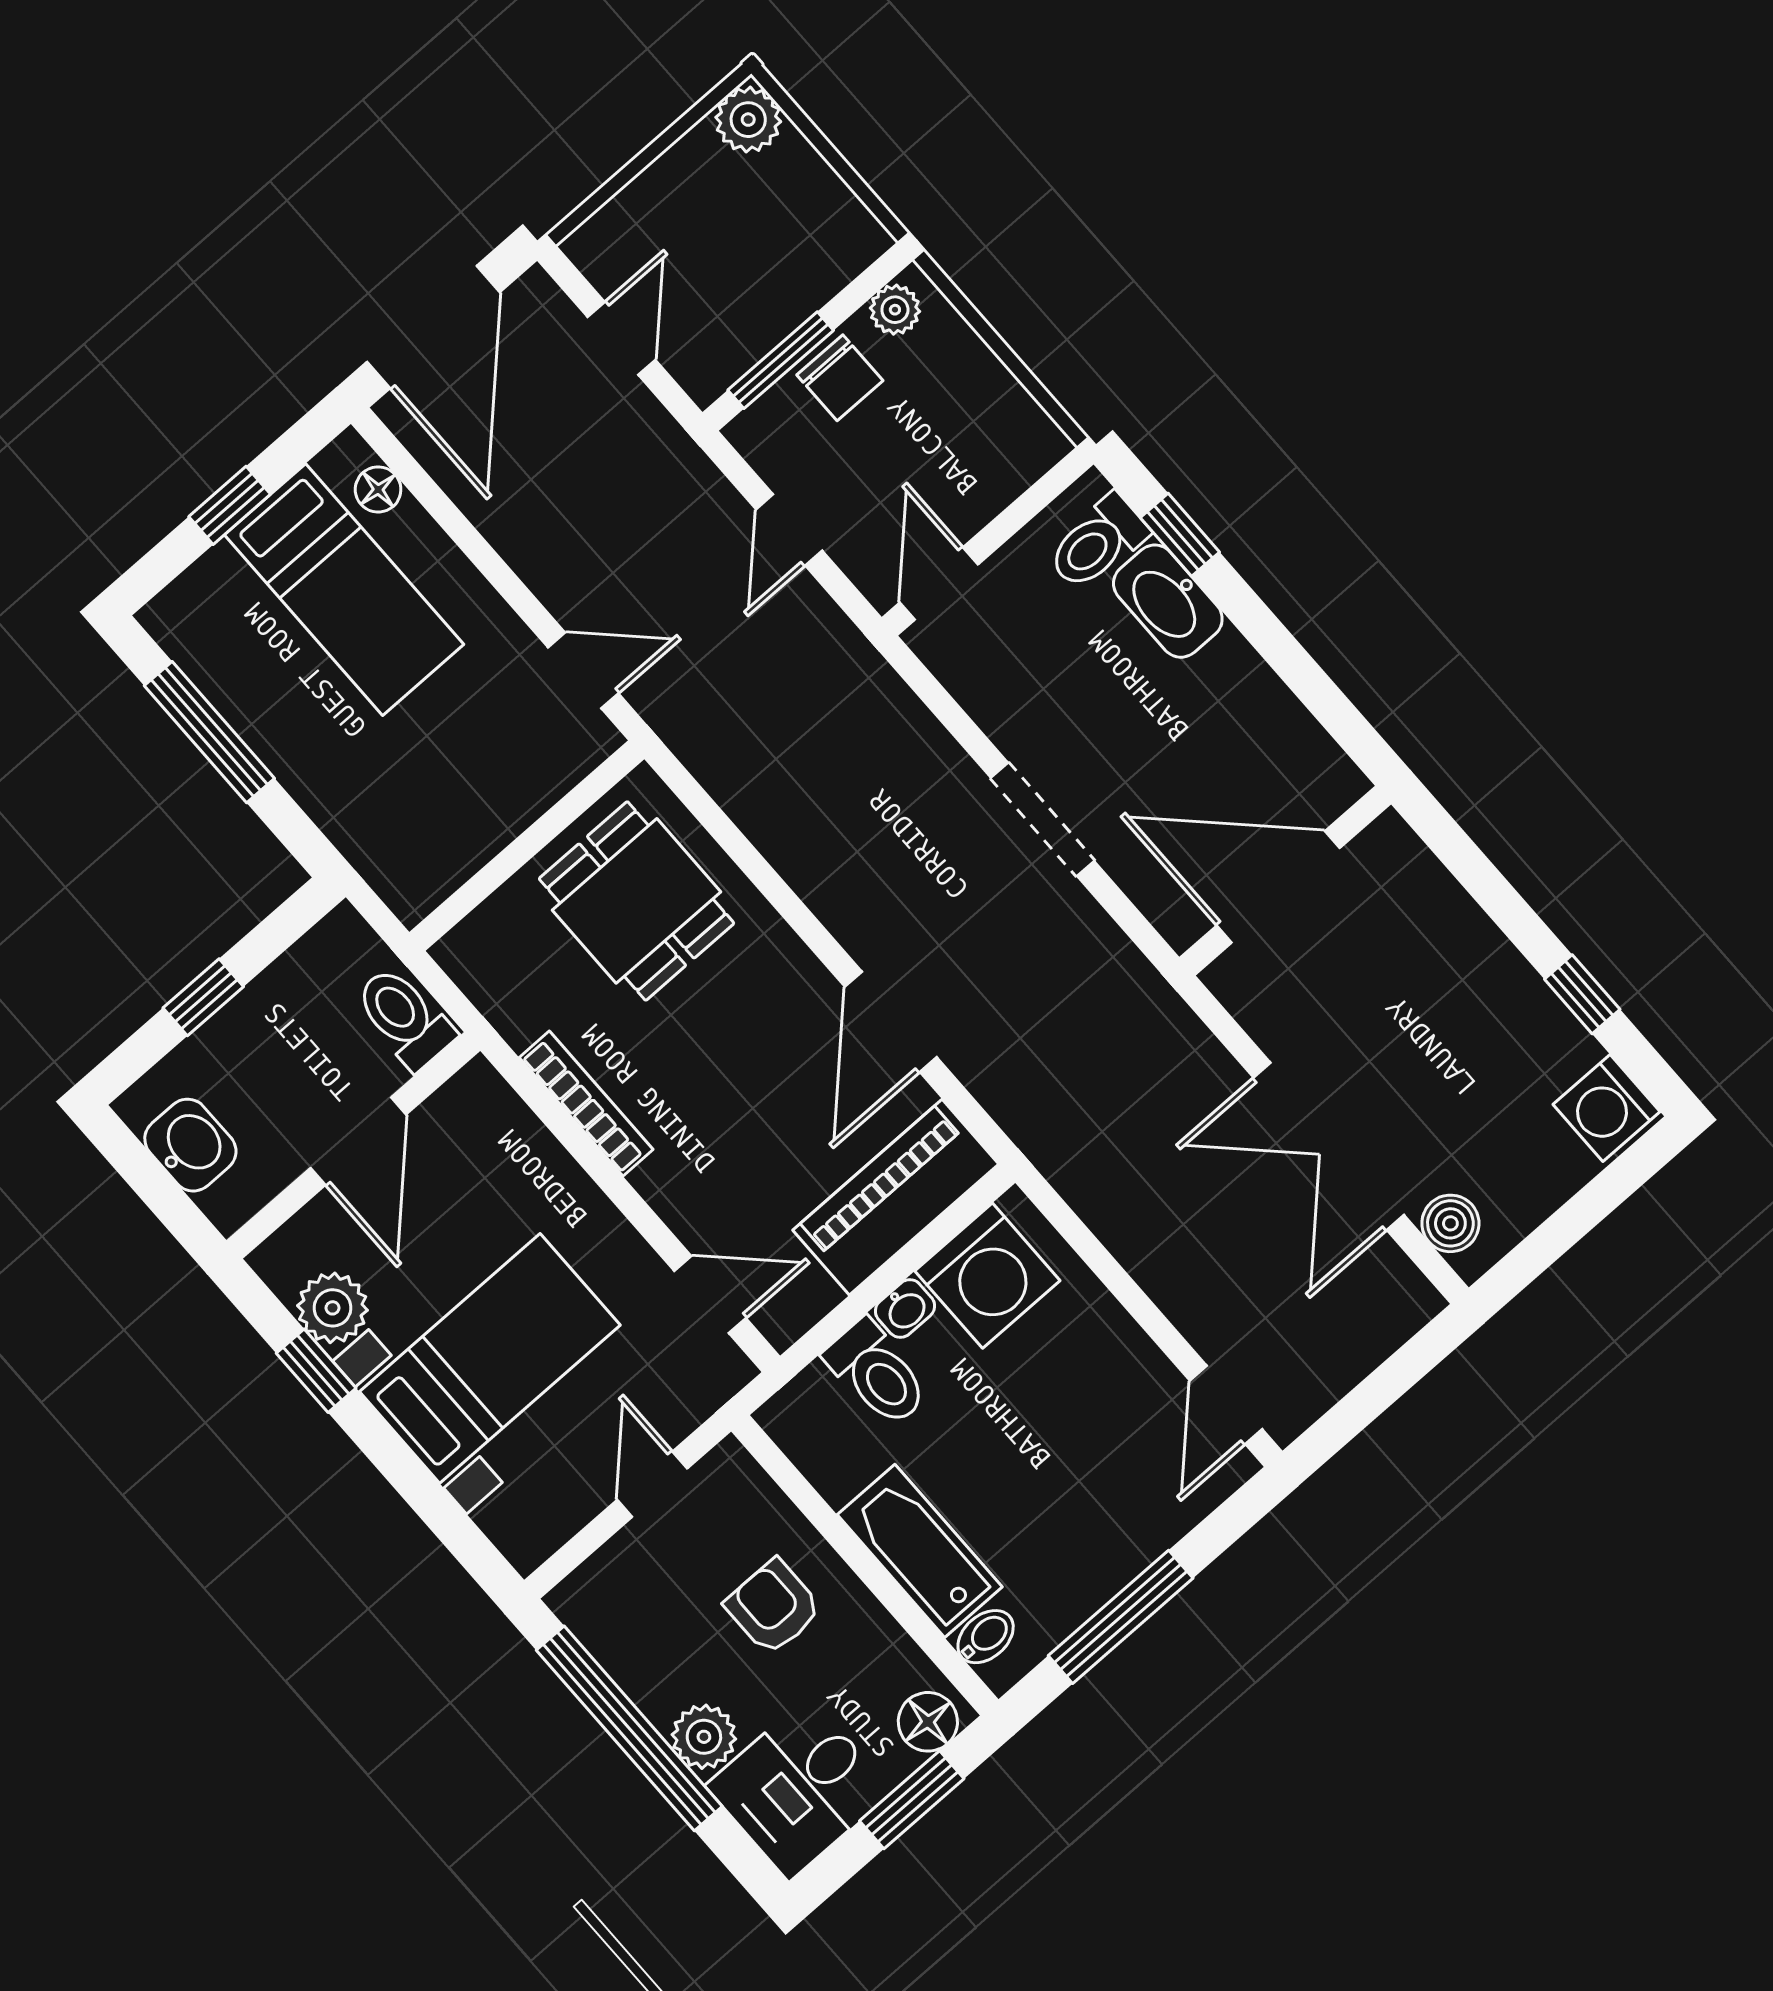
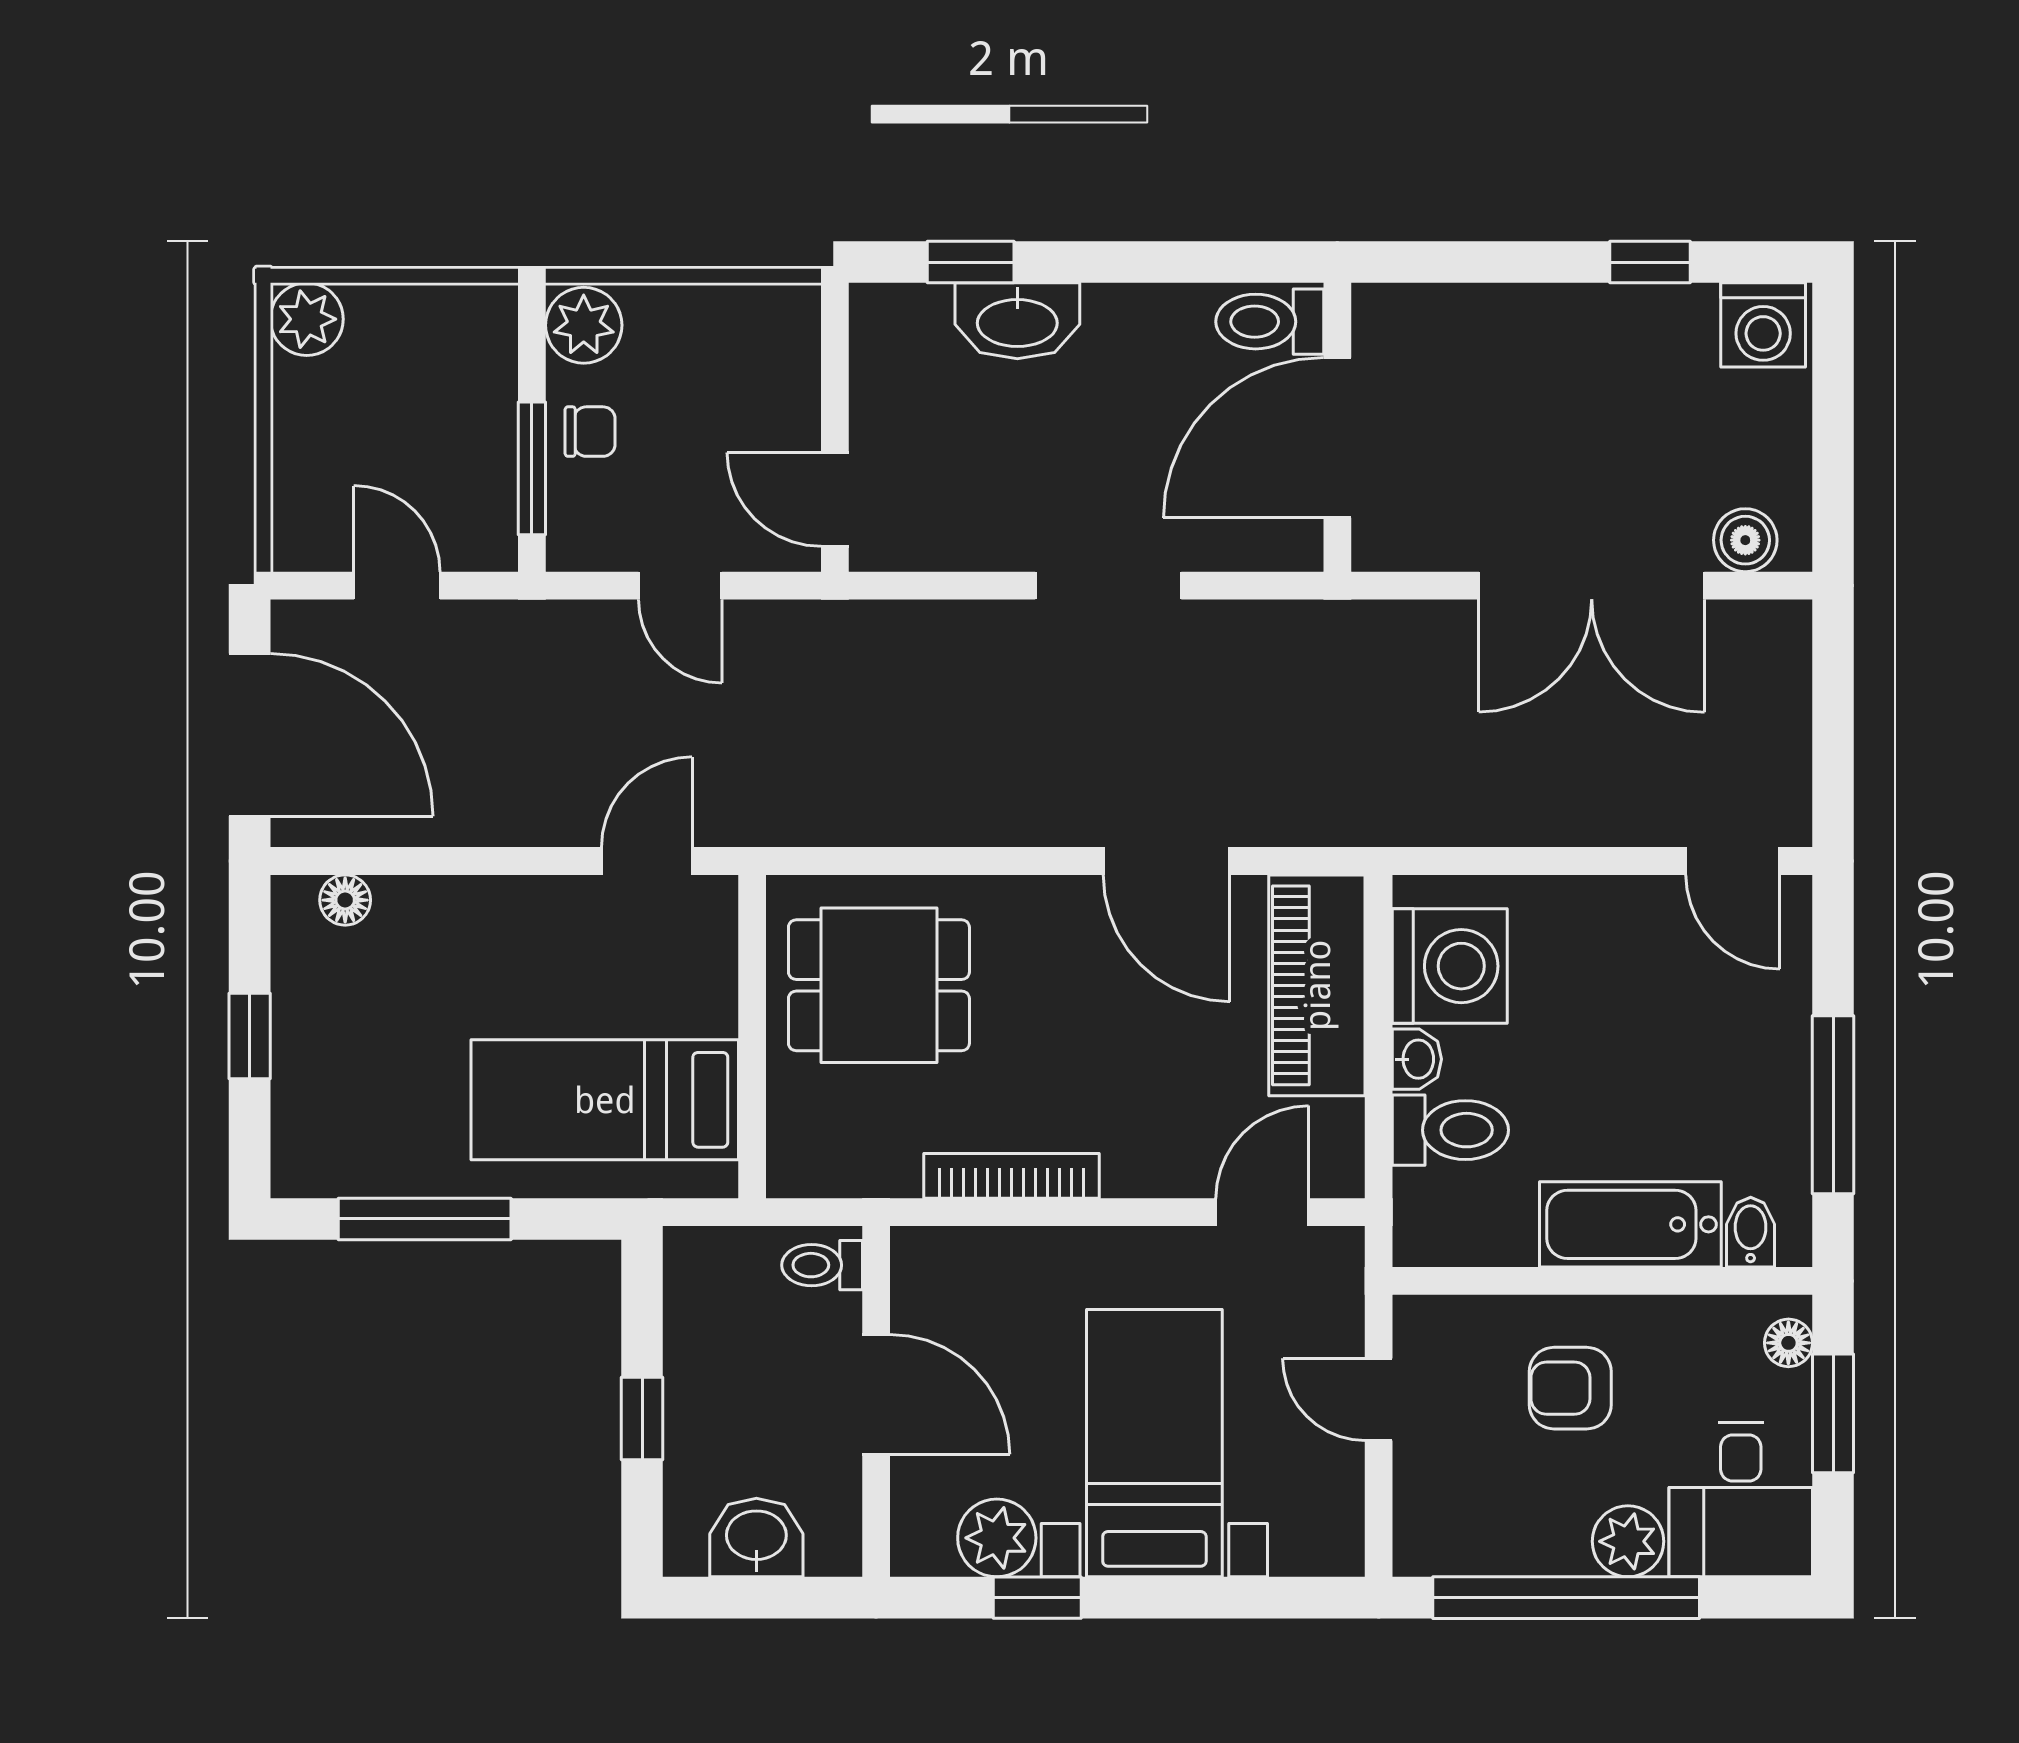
plant: (895, 310) -> (584, 325), width x1.38, depth x1.38
chair: (840, 378) -> (590, 432), width x0.73, depth x0.73
toilet: (1098, 542) -> (1270, 322), moved, turned 90
bed: (344, 590) -> (605, 1100), moved, turned 180
toilet: (404, 1018) -> (822, 1265), width x0.73, depth x0.72
floor lamp: (928, 1722) -> (1788, 1343), width x0.73, depth x0.73

